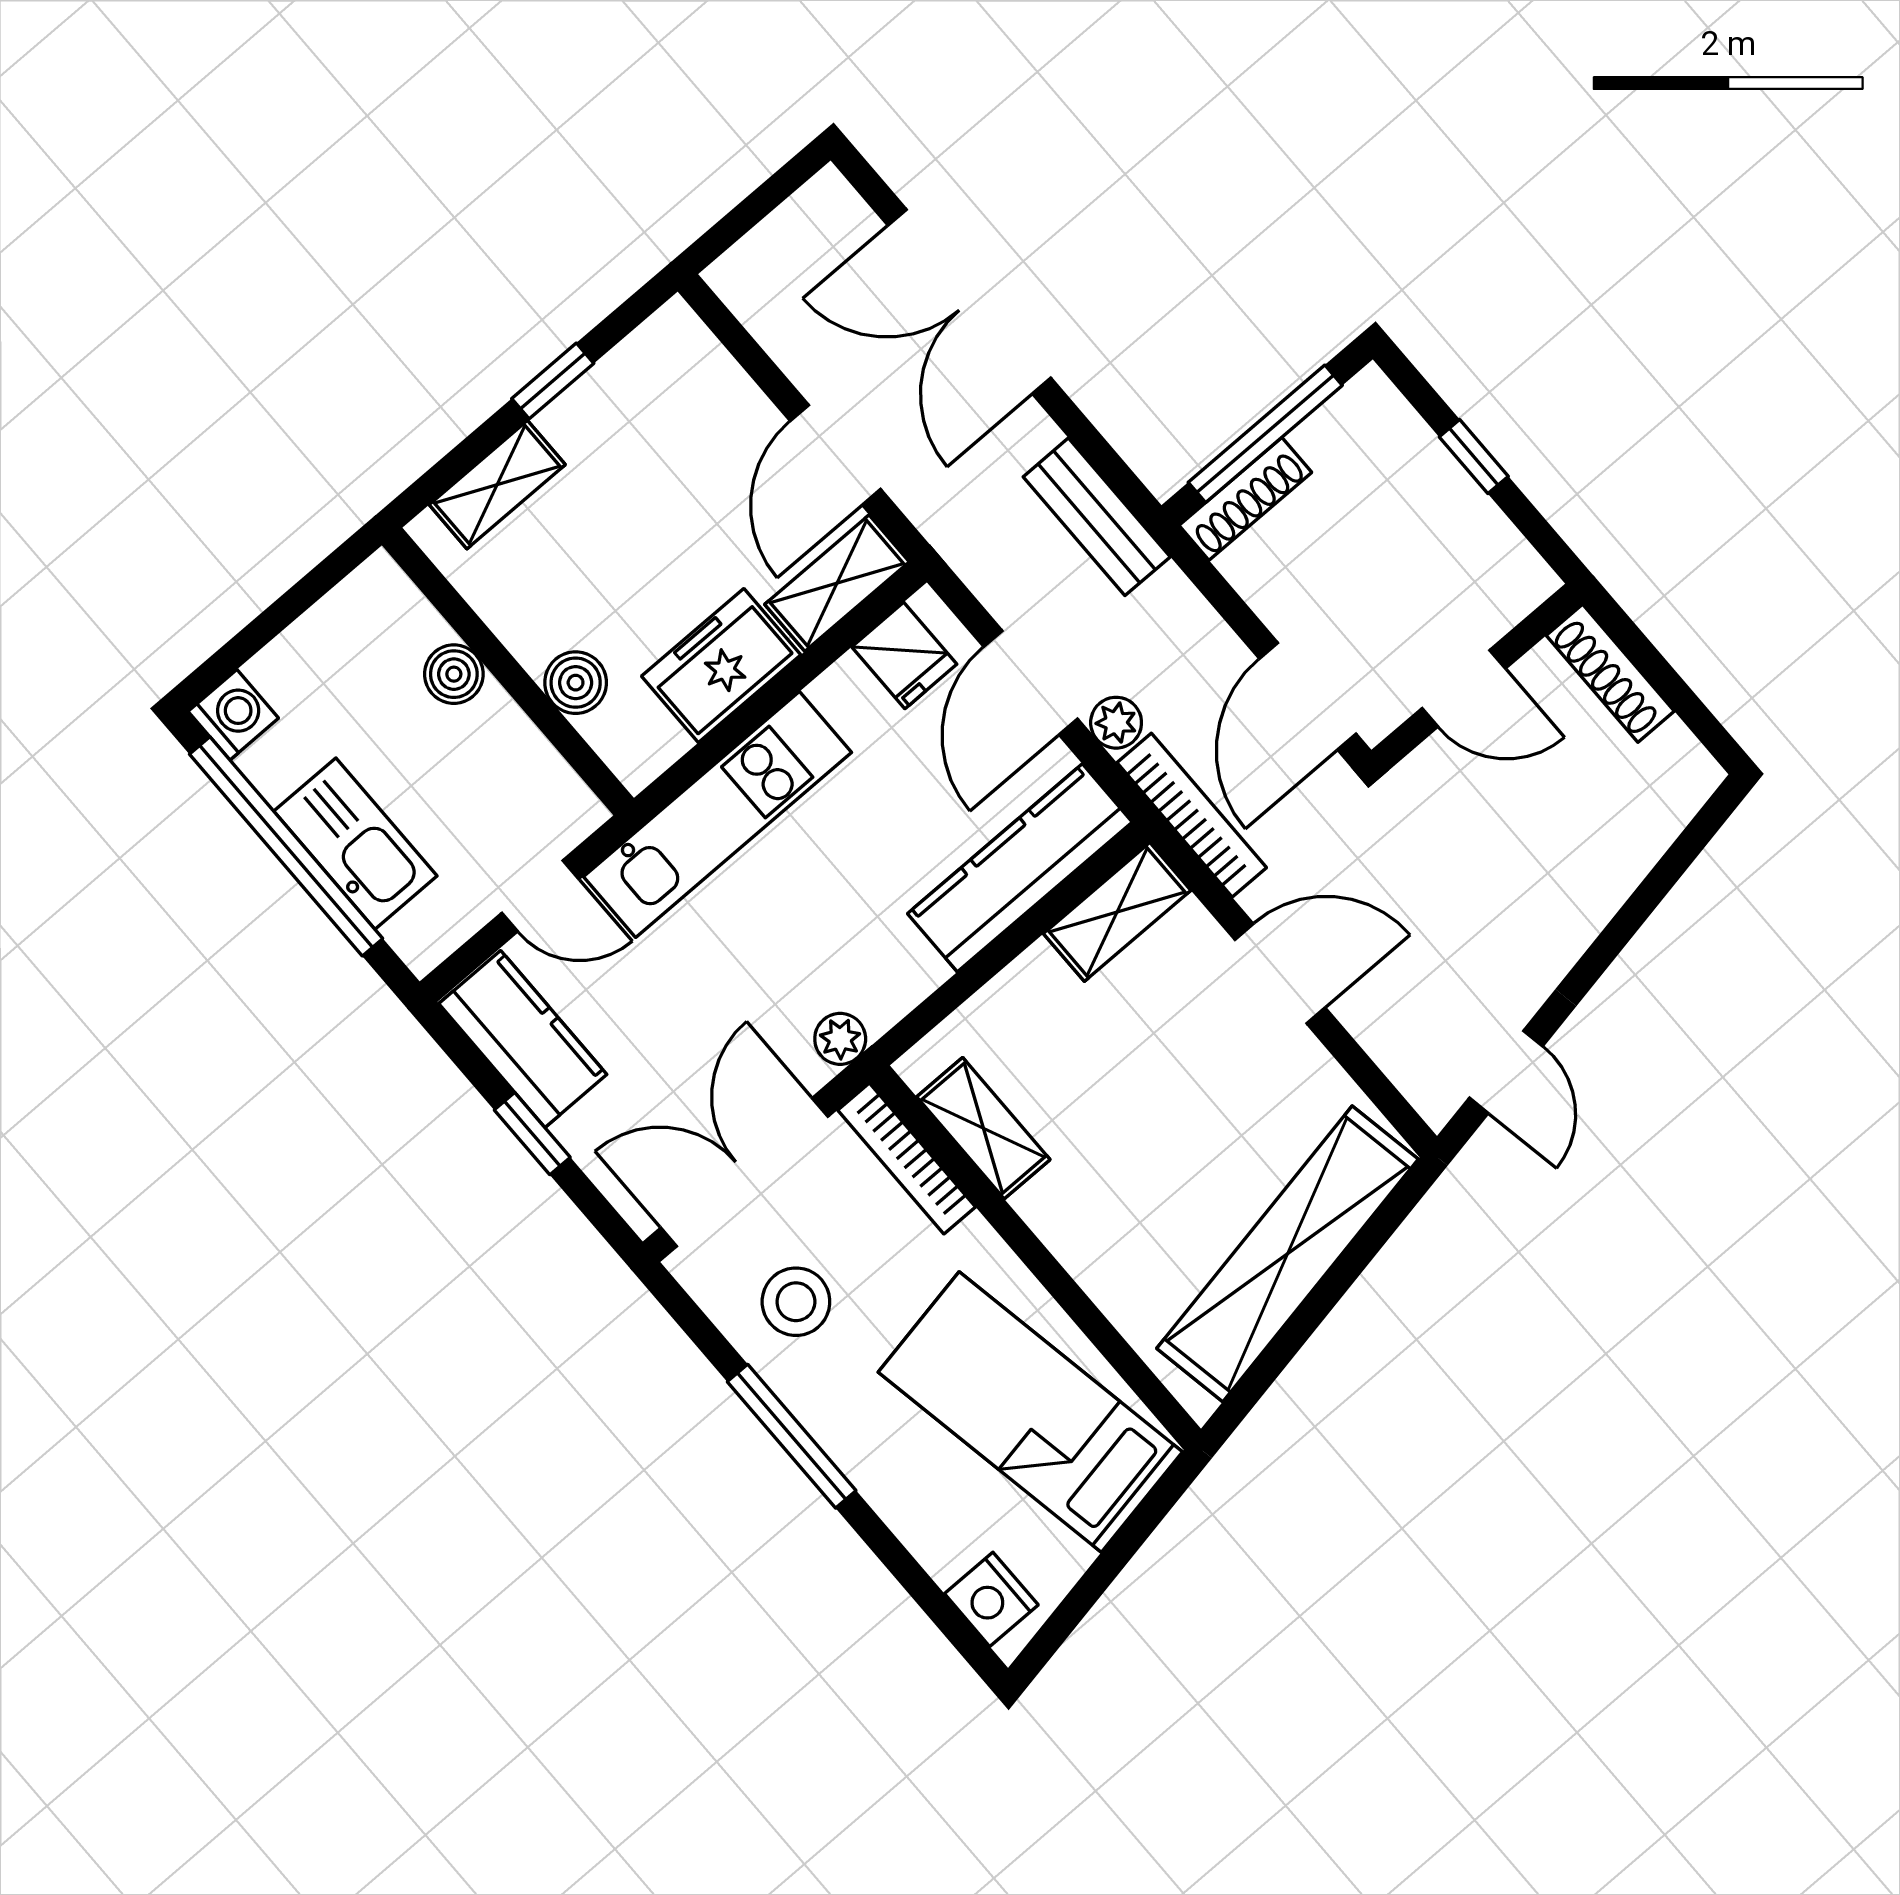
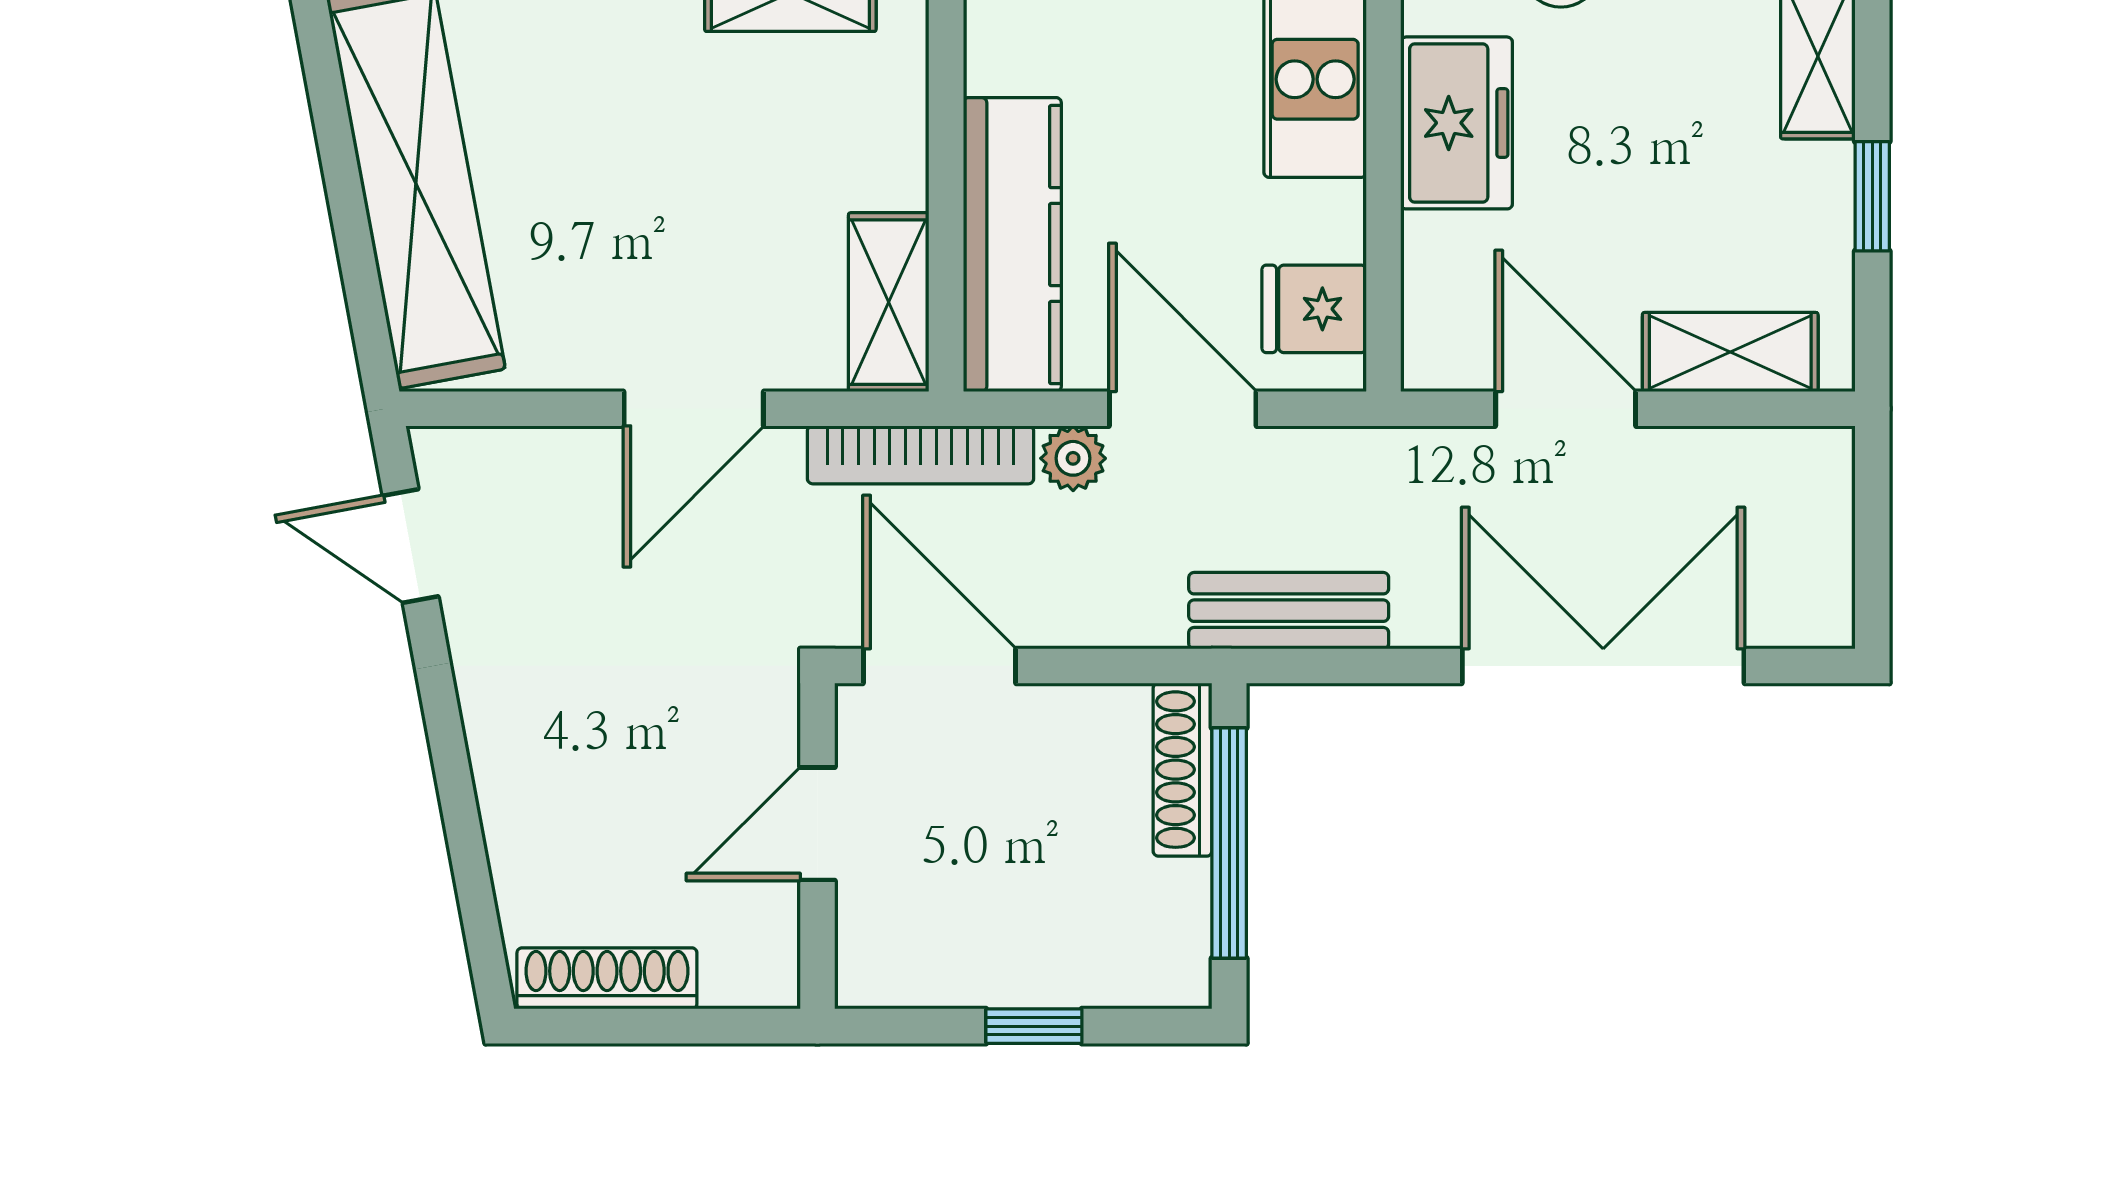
shelving: (837, 583) -> (1730, 352), moved, turned 90
shoe rack: (1610, 673) -> (607, 978), moved

